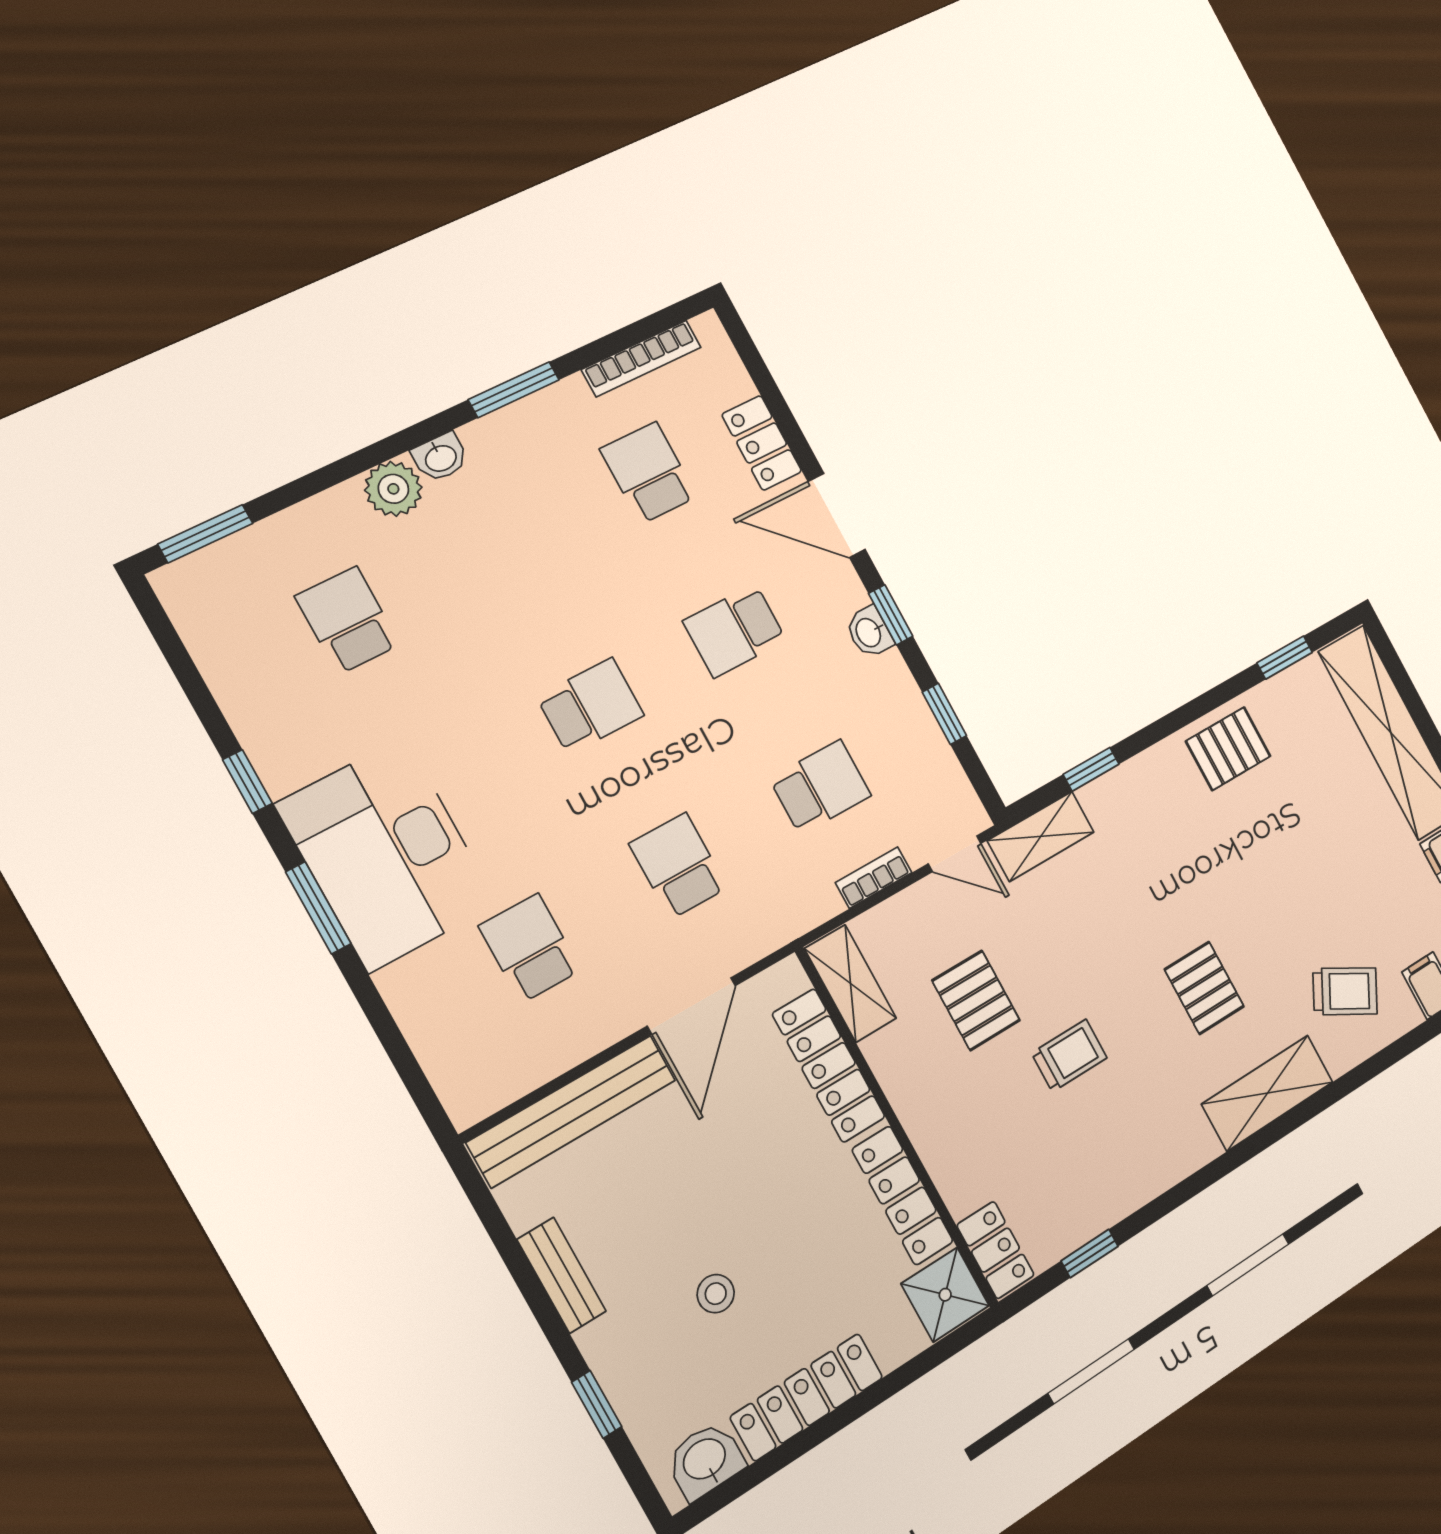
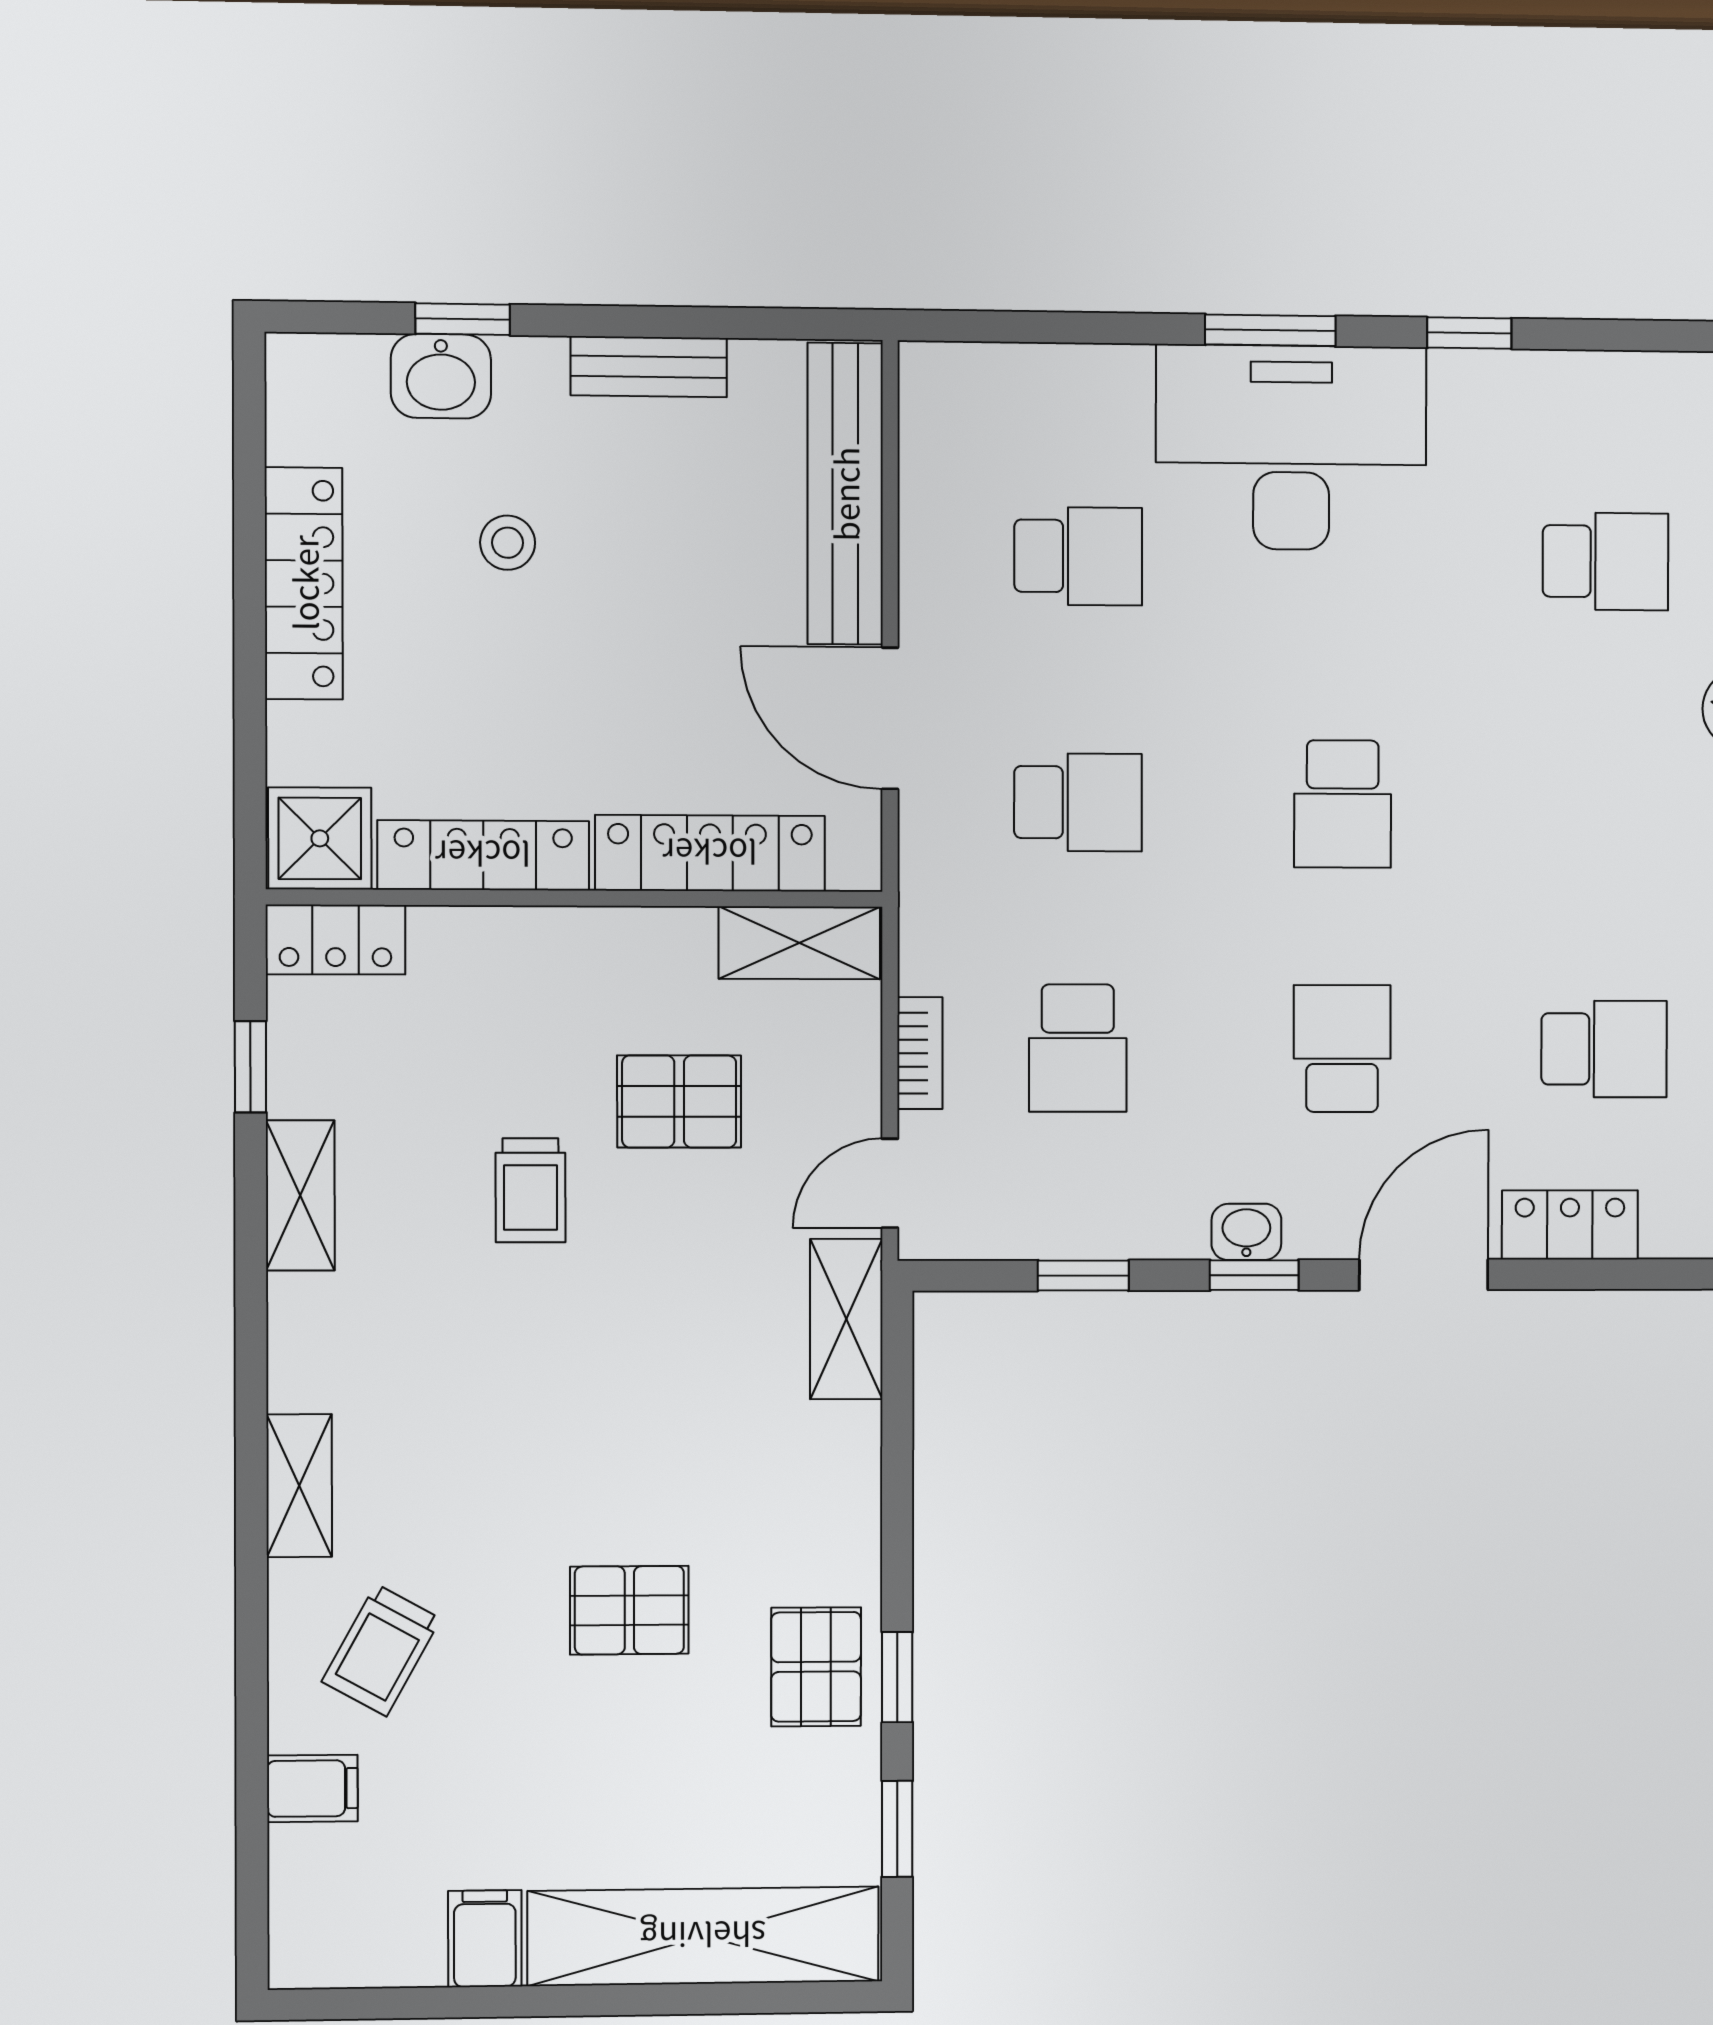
window: (1091, 769) -> (897, 1677), moved
pallet: (1204, 988) -> (629, 1610), moved
shelving: (1268, 1093) -> (299, 1486), width x0.67, depth x0.75
shelving: (1142, 1182) -> (300, 1195), added
washbasin: (705, 1460) -> (441, 376), moved, turned 90

